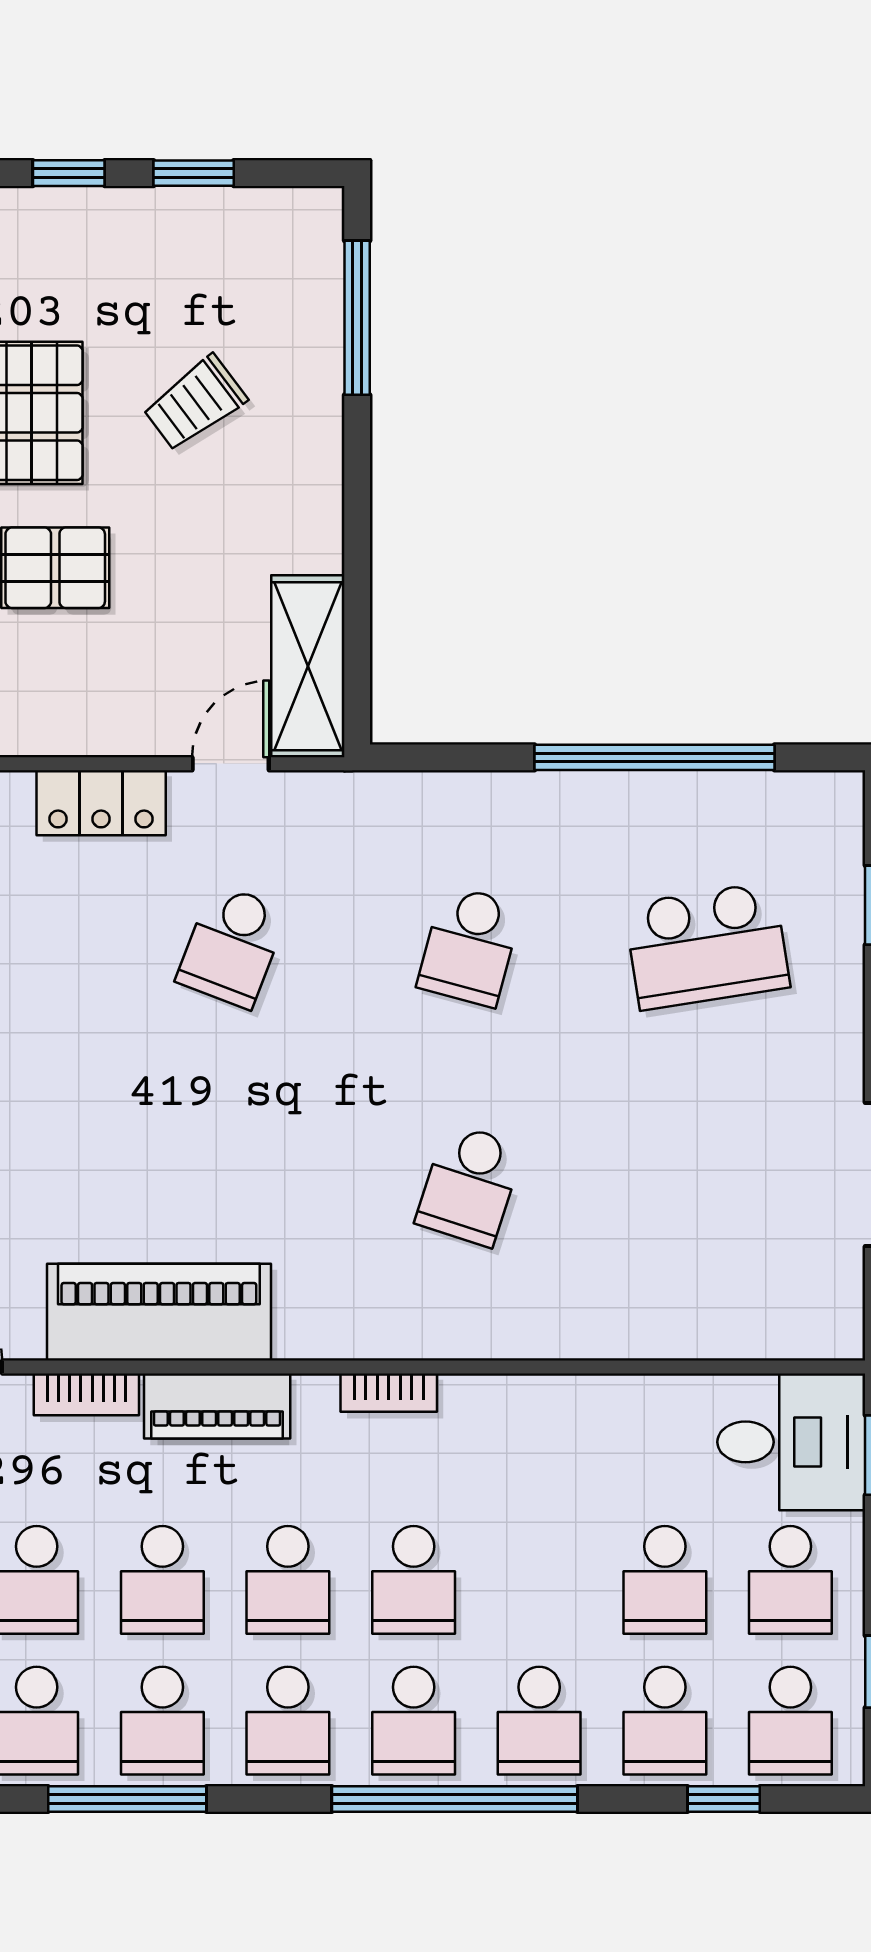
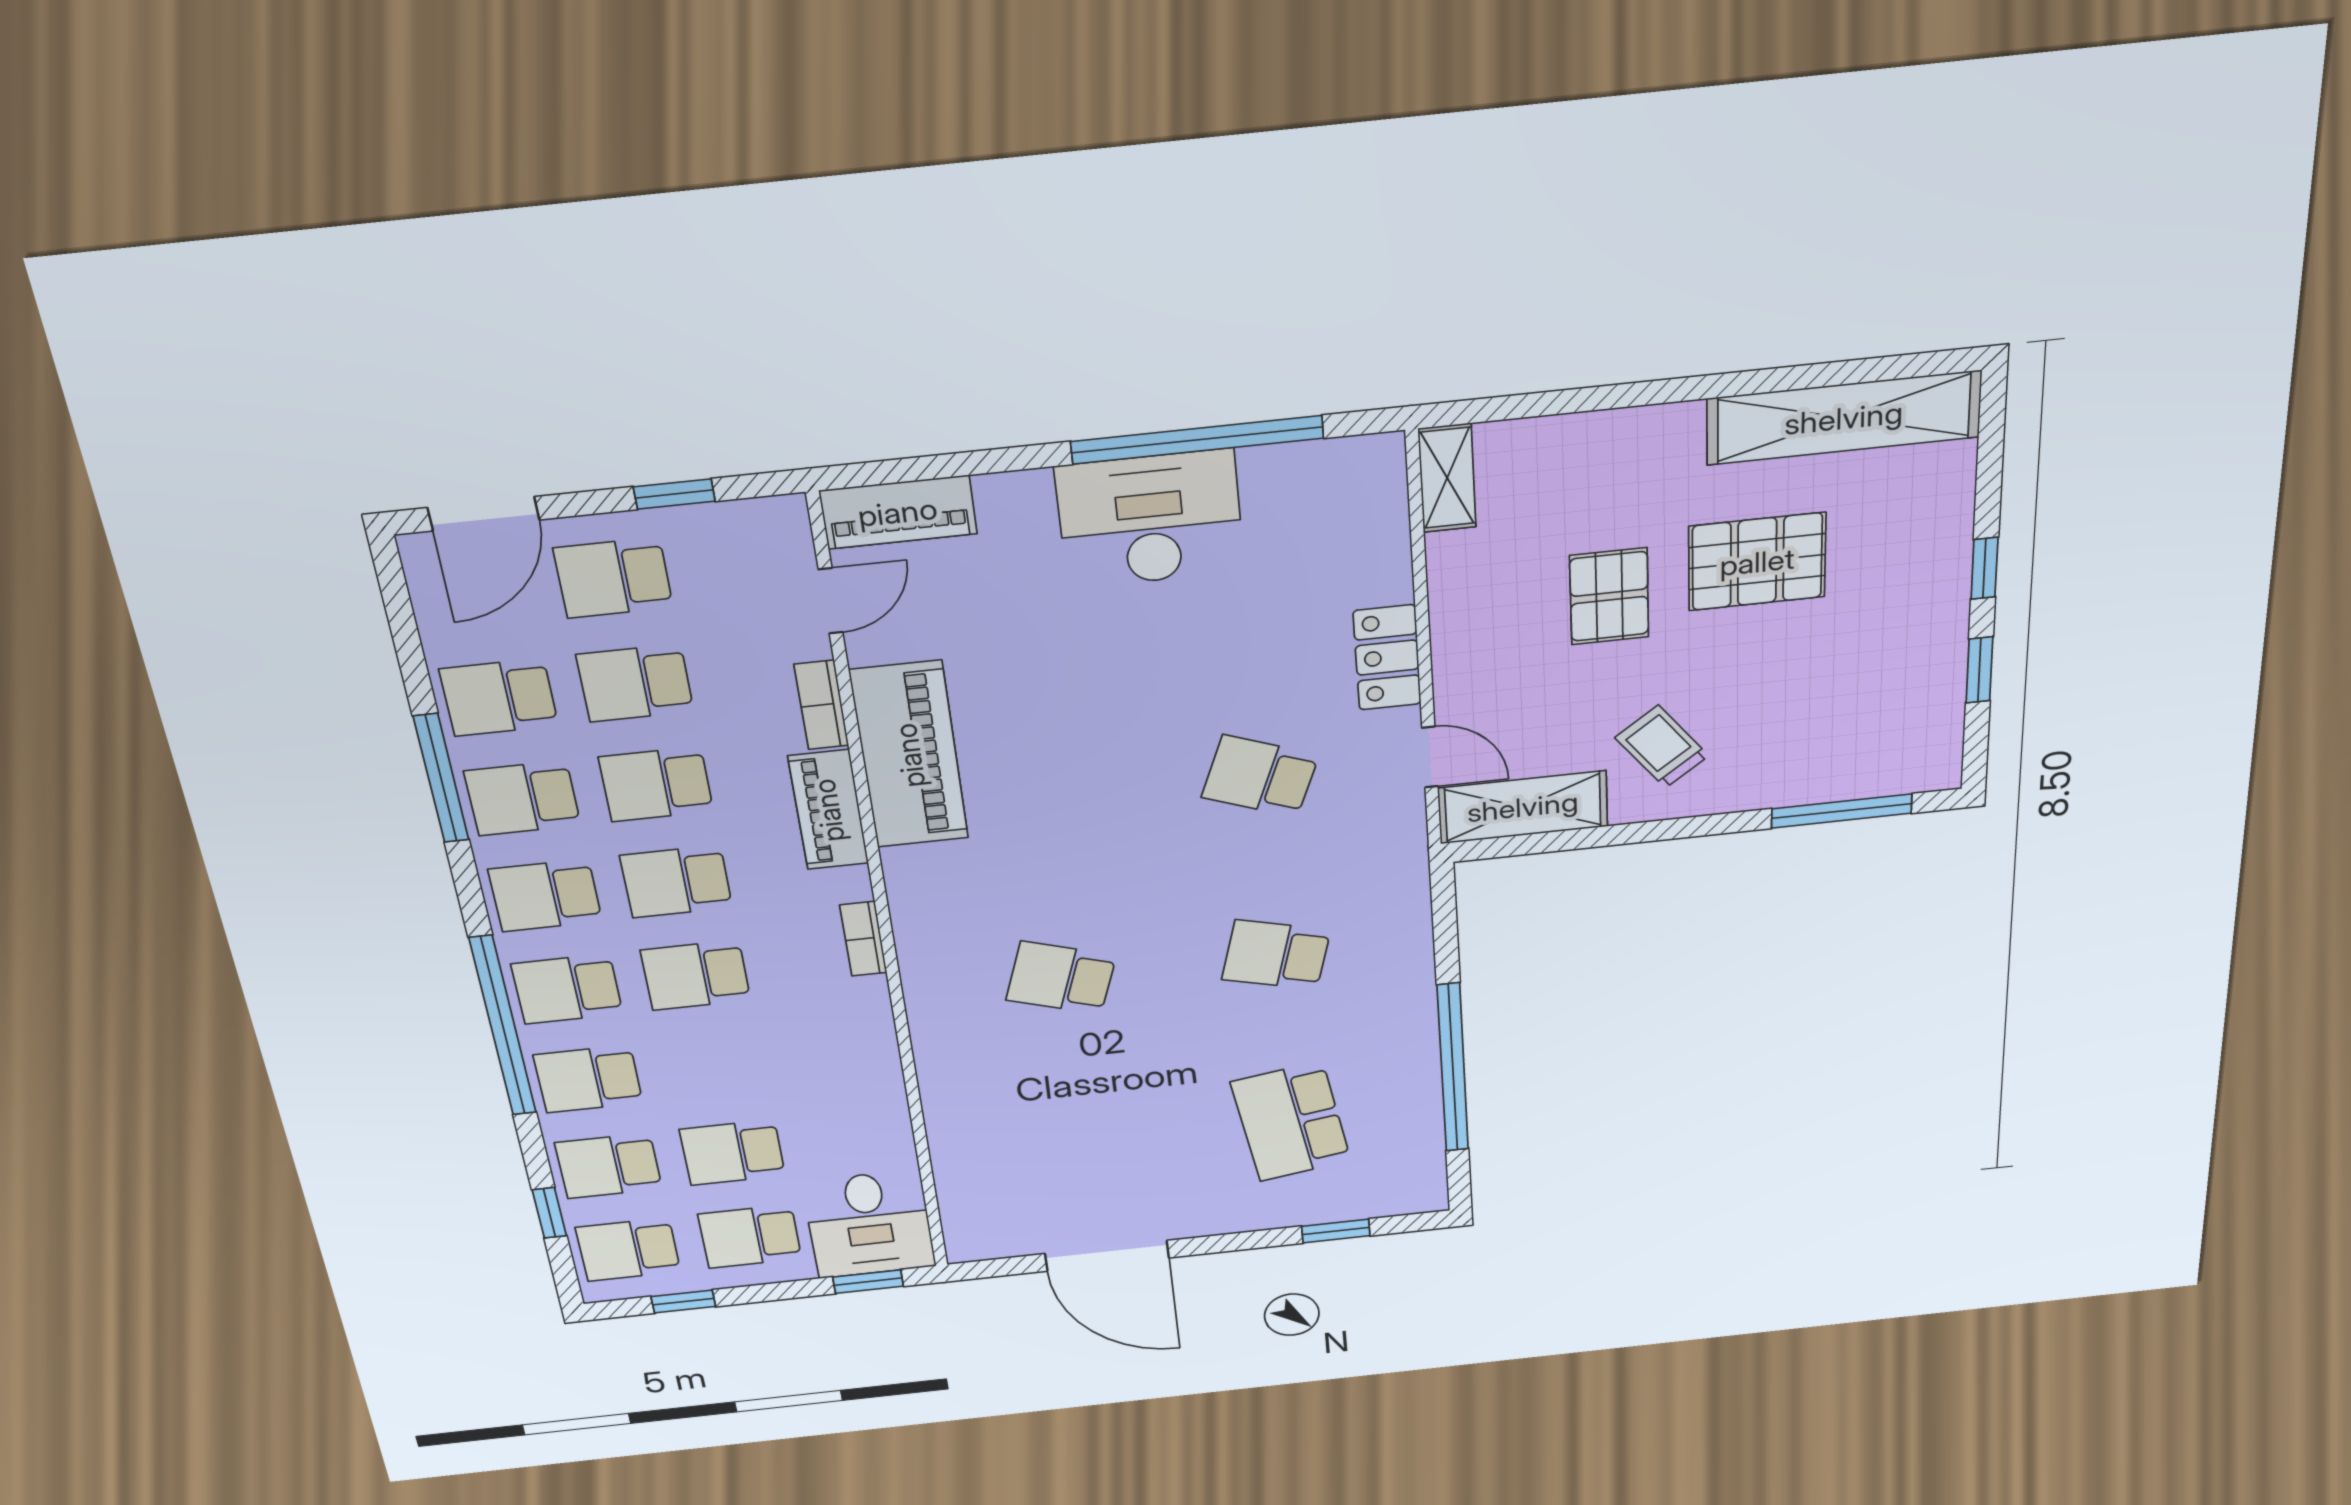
trolley: (195, 403) -> (1662, 747), moved

